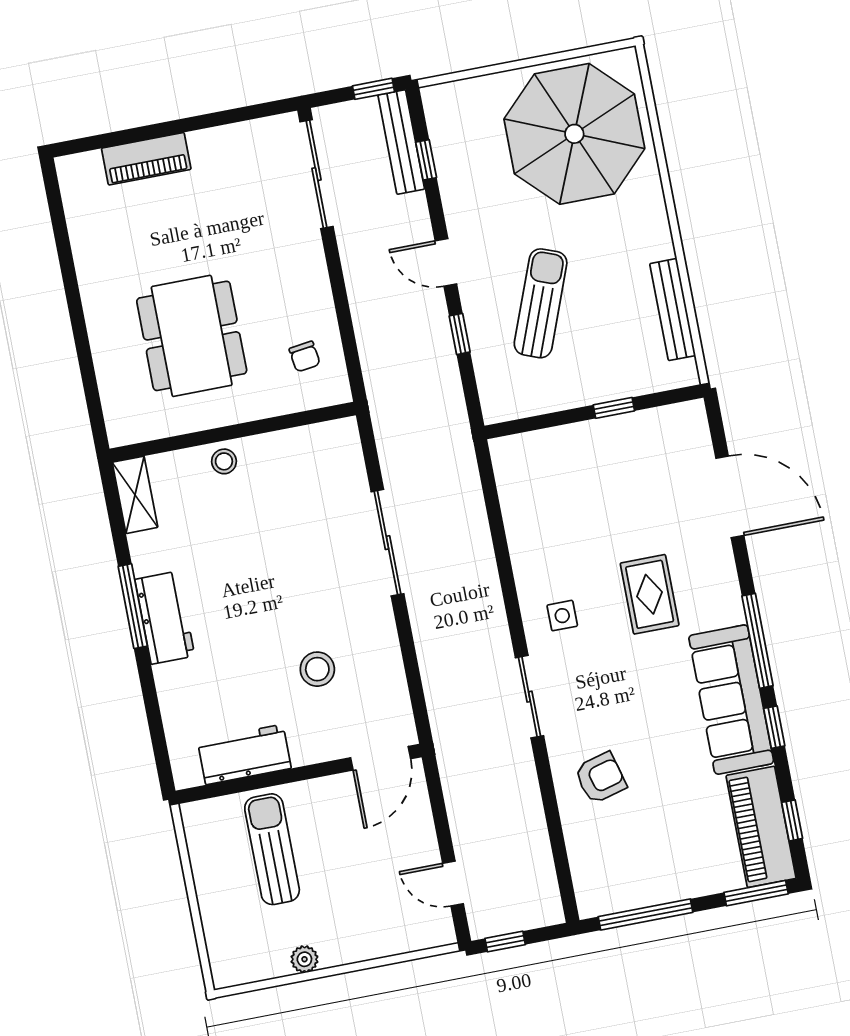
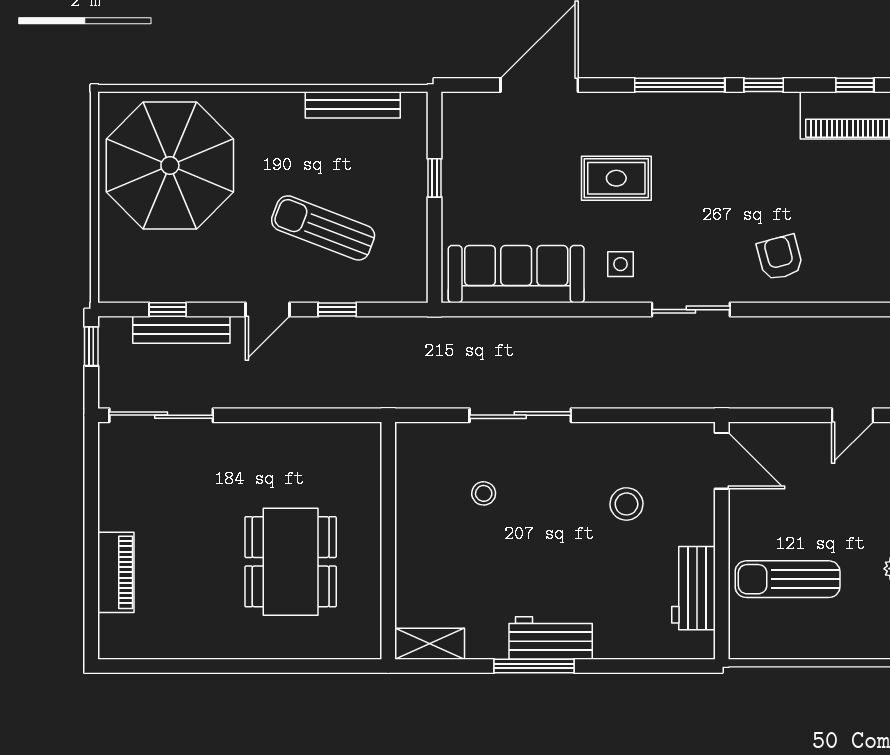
bench: (401, 142) -> (181, 330), moved
dining table: (192, 336) -> (291, 562), turned 90
chair: (305, 357) -> (330, 459), removed
stool: (224, 461) -> (484, 493), moved
sofa: (731, 700) -> (516, 274), moved, turned 180

